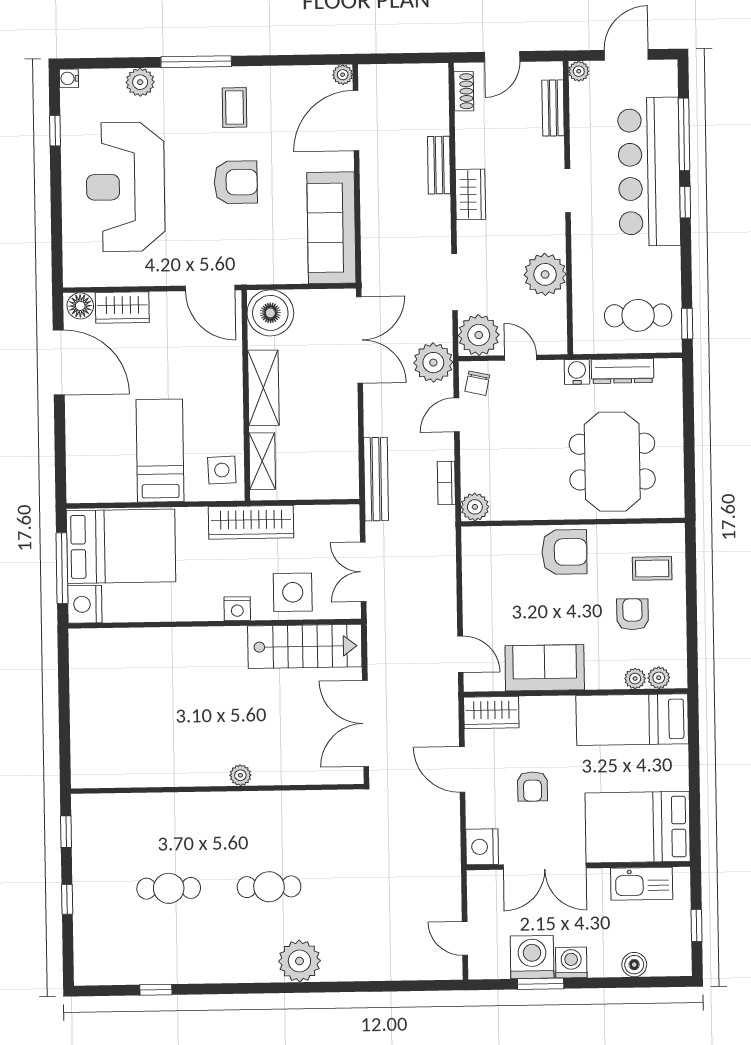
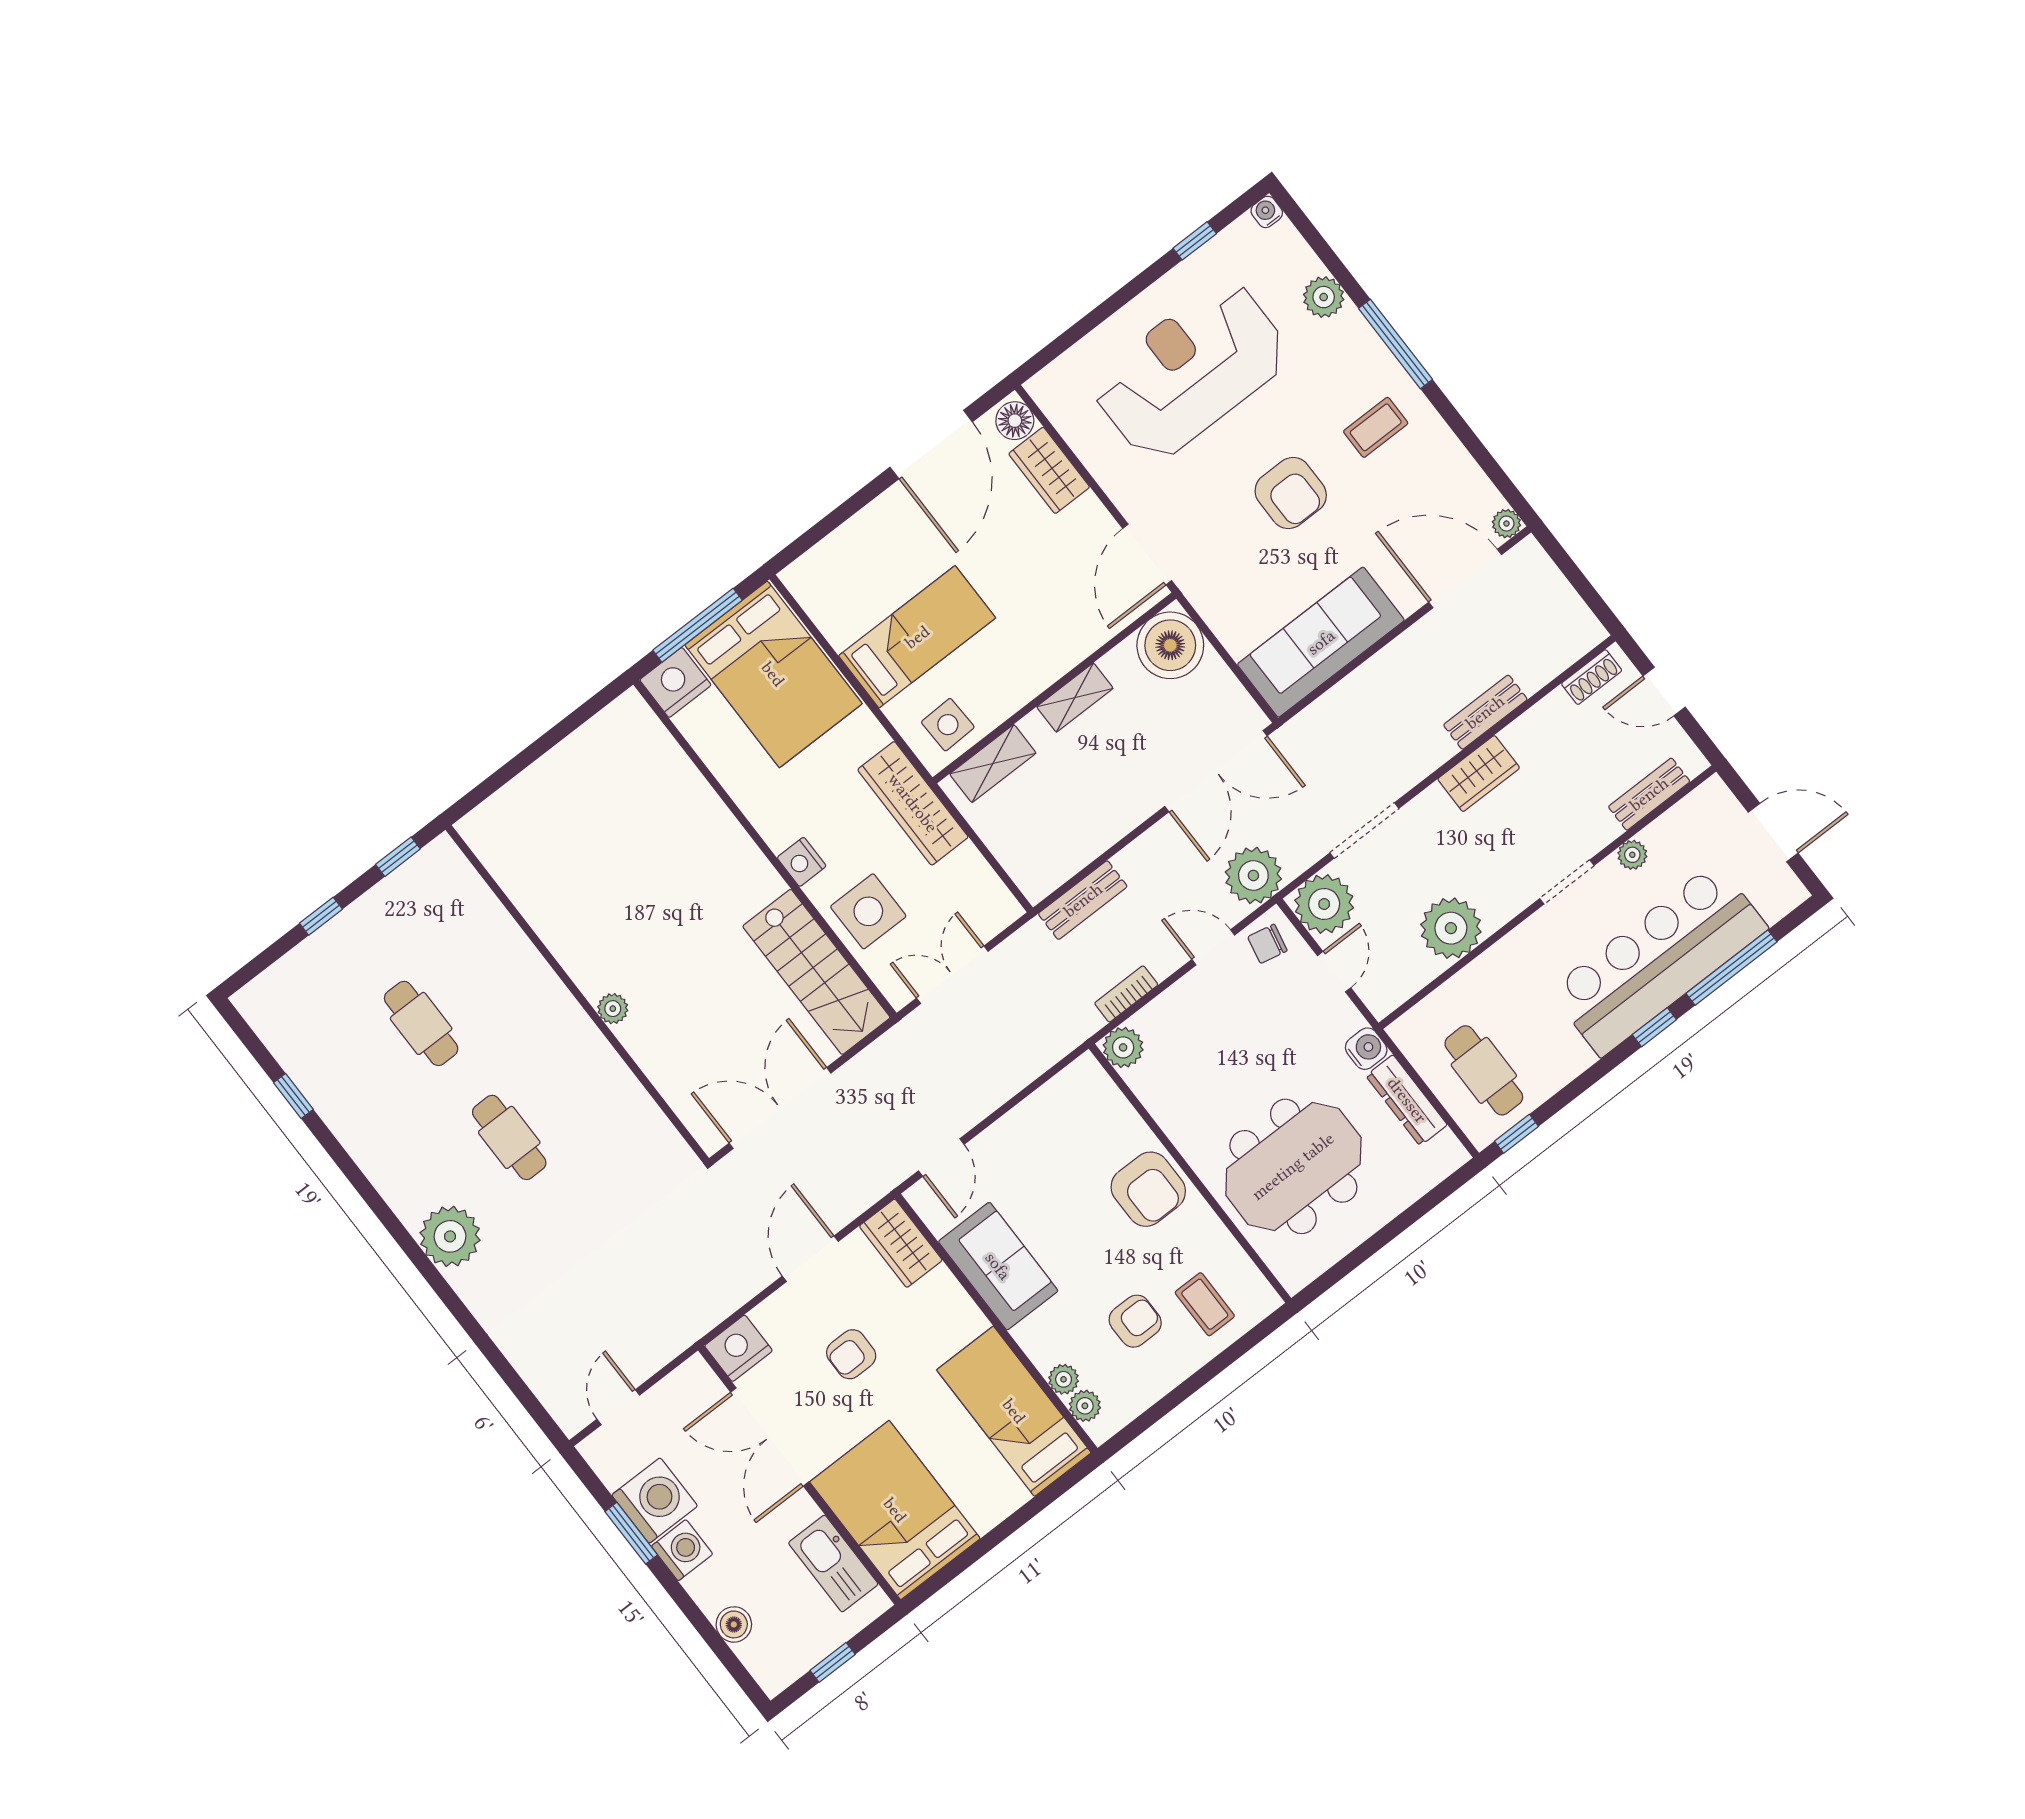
plant: (579, 71) -> (1632, 855), moved
shelving: (263, 388) -> (1075, 698), width x0.67, depth x0.75
bench: (376, 479) -> (1083, 900), width x0.73

